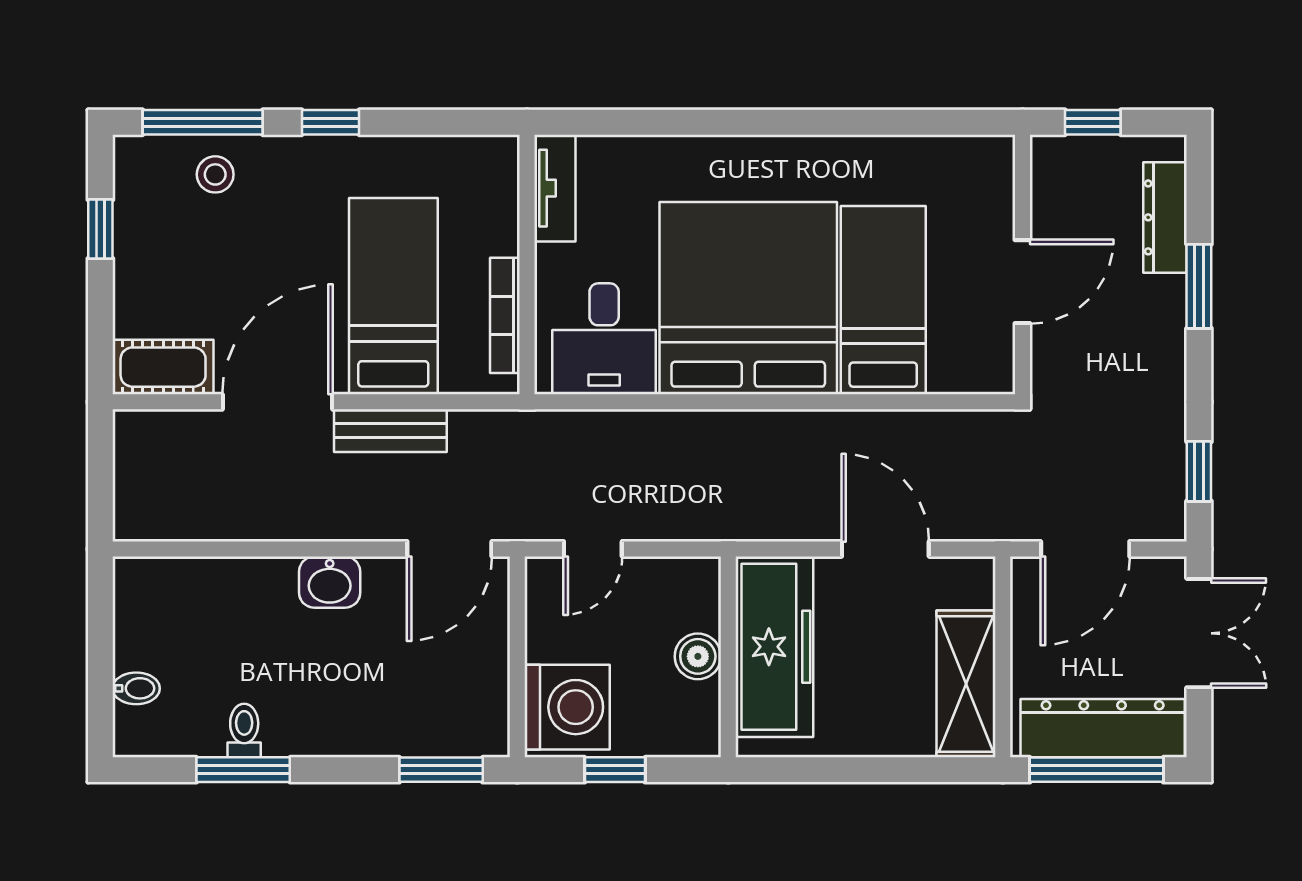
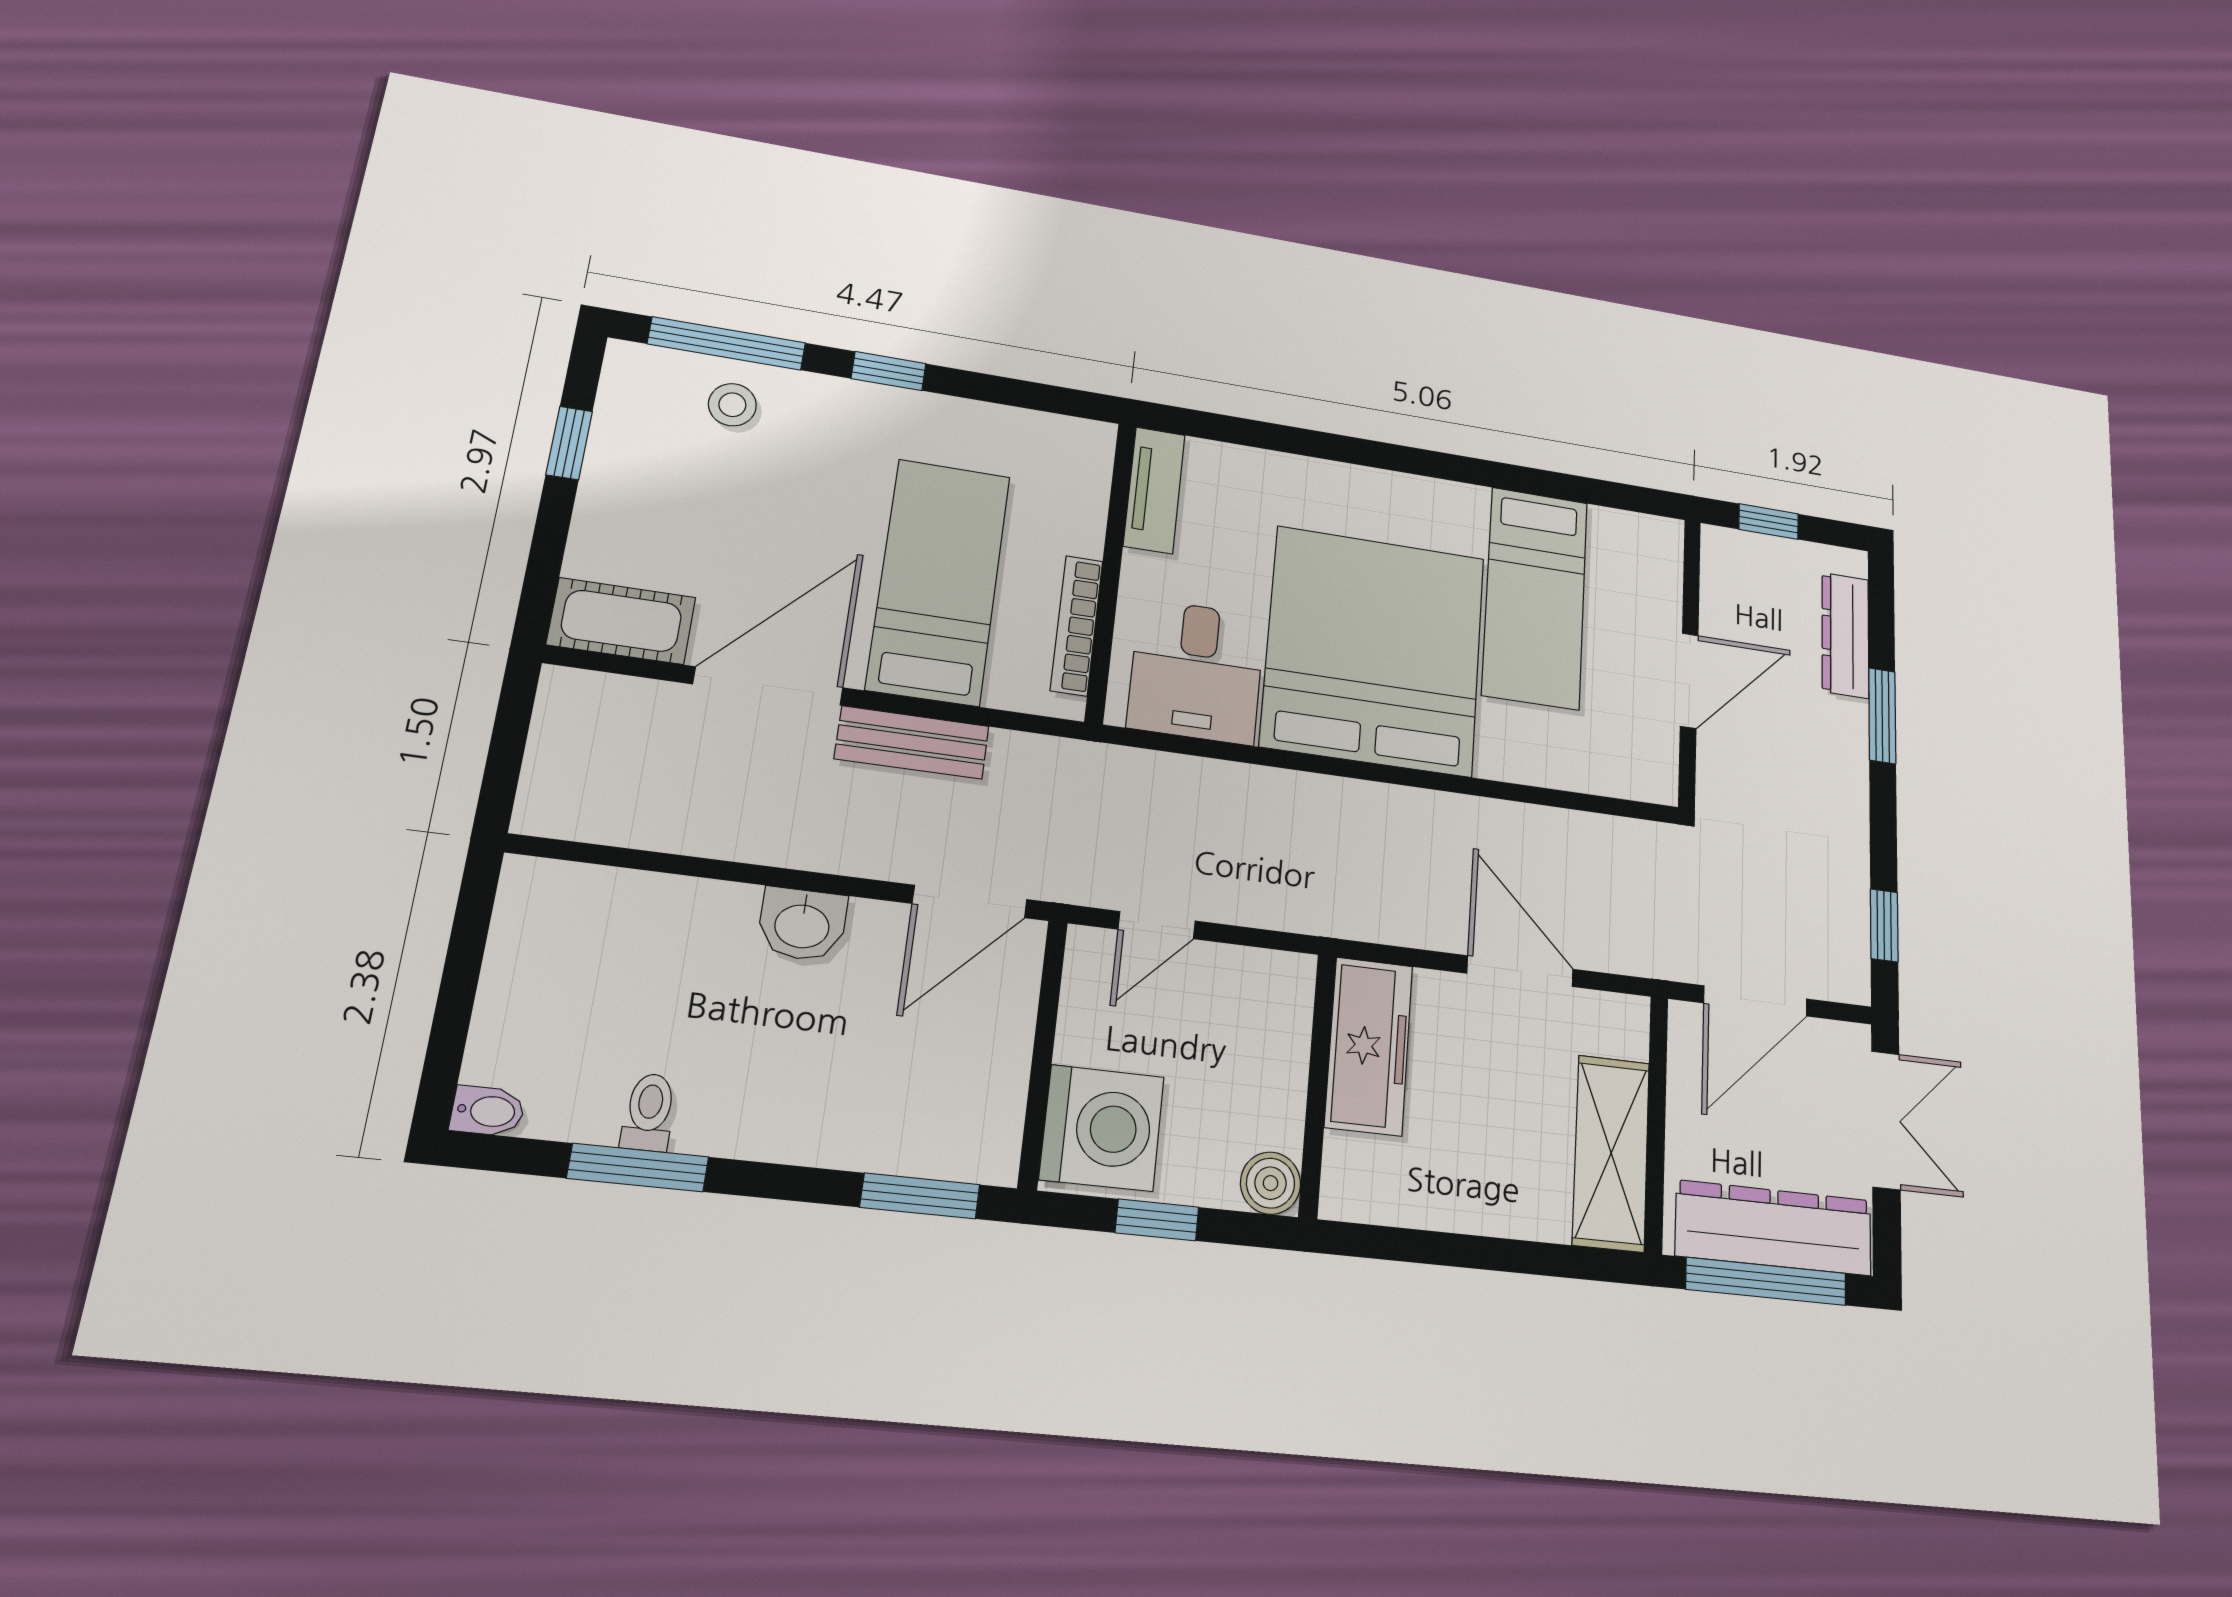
bed: (883, 300) -> (1535, 598), moved, turned 180
freezer: (774, 647) -> (1369, 1046), width x0.73, depth x0.79
boiler: (698, 656) -> (1271, 1183), moved
bidet: (136, 688) -> (488, 1111), moved

